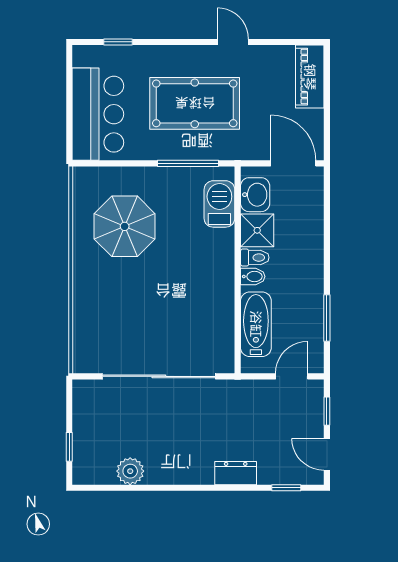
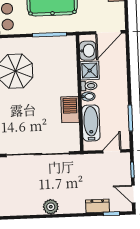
door: (293, 163) -> (108, 32), swing flipped
barbecue: (219, 204) -> (70, 110), moved
plant: (130, 471) -> (51, 207), moved
dresser: (236, 473) -> (97, 206), moved

